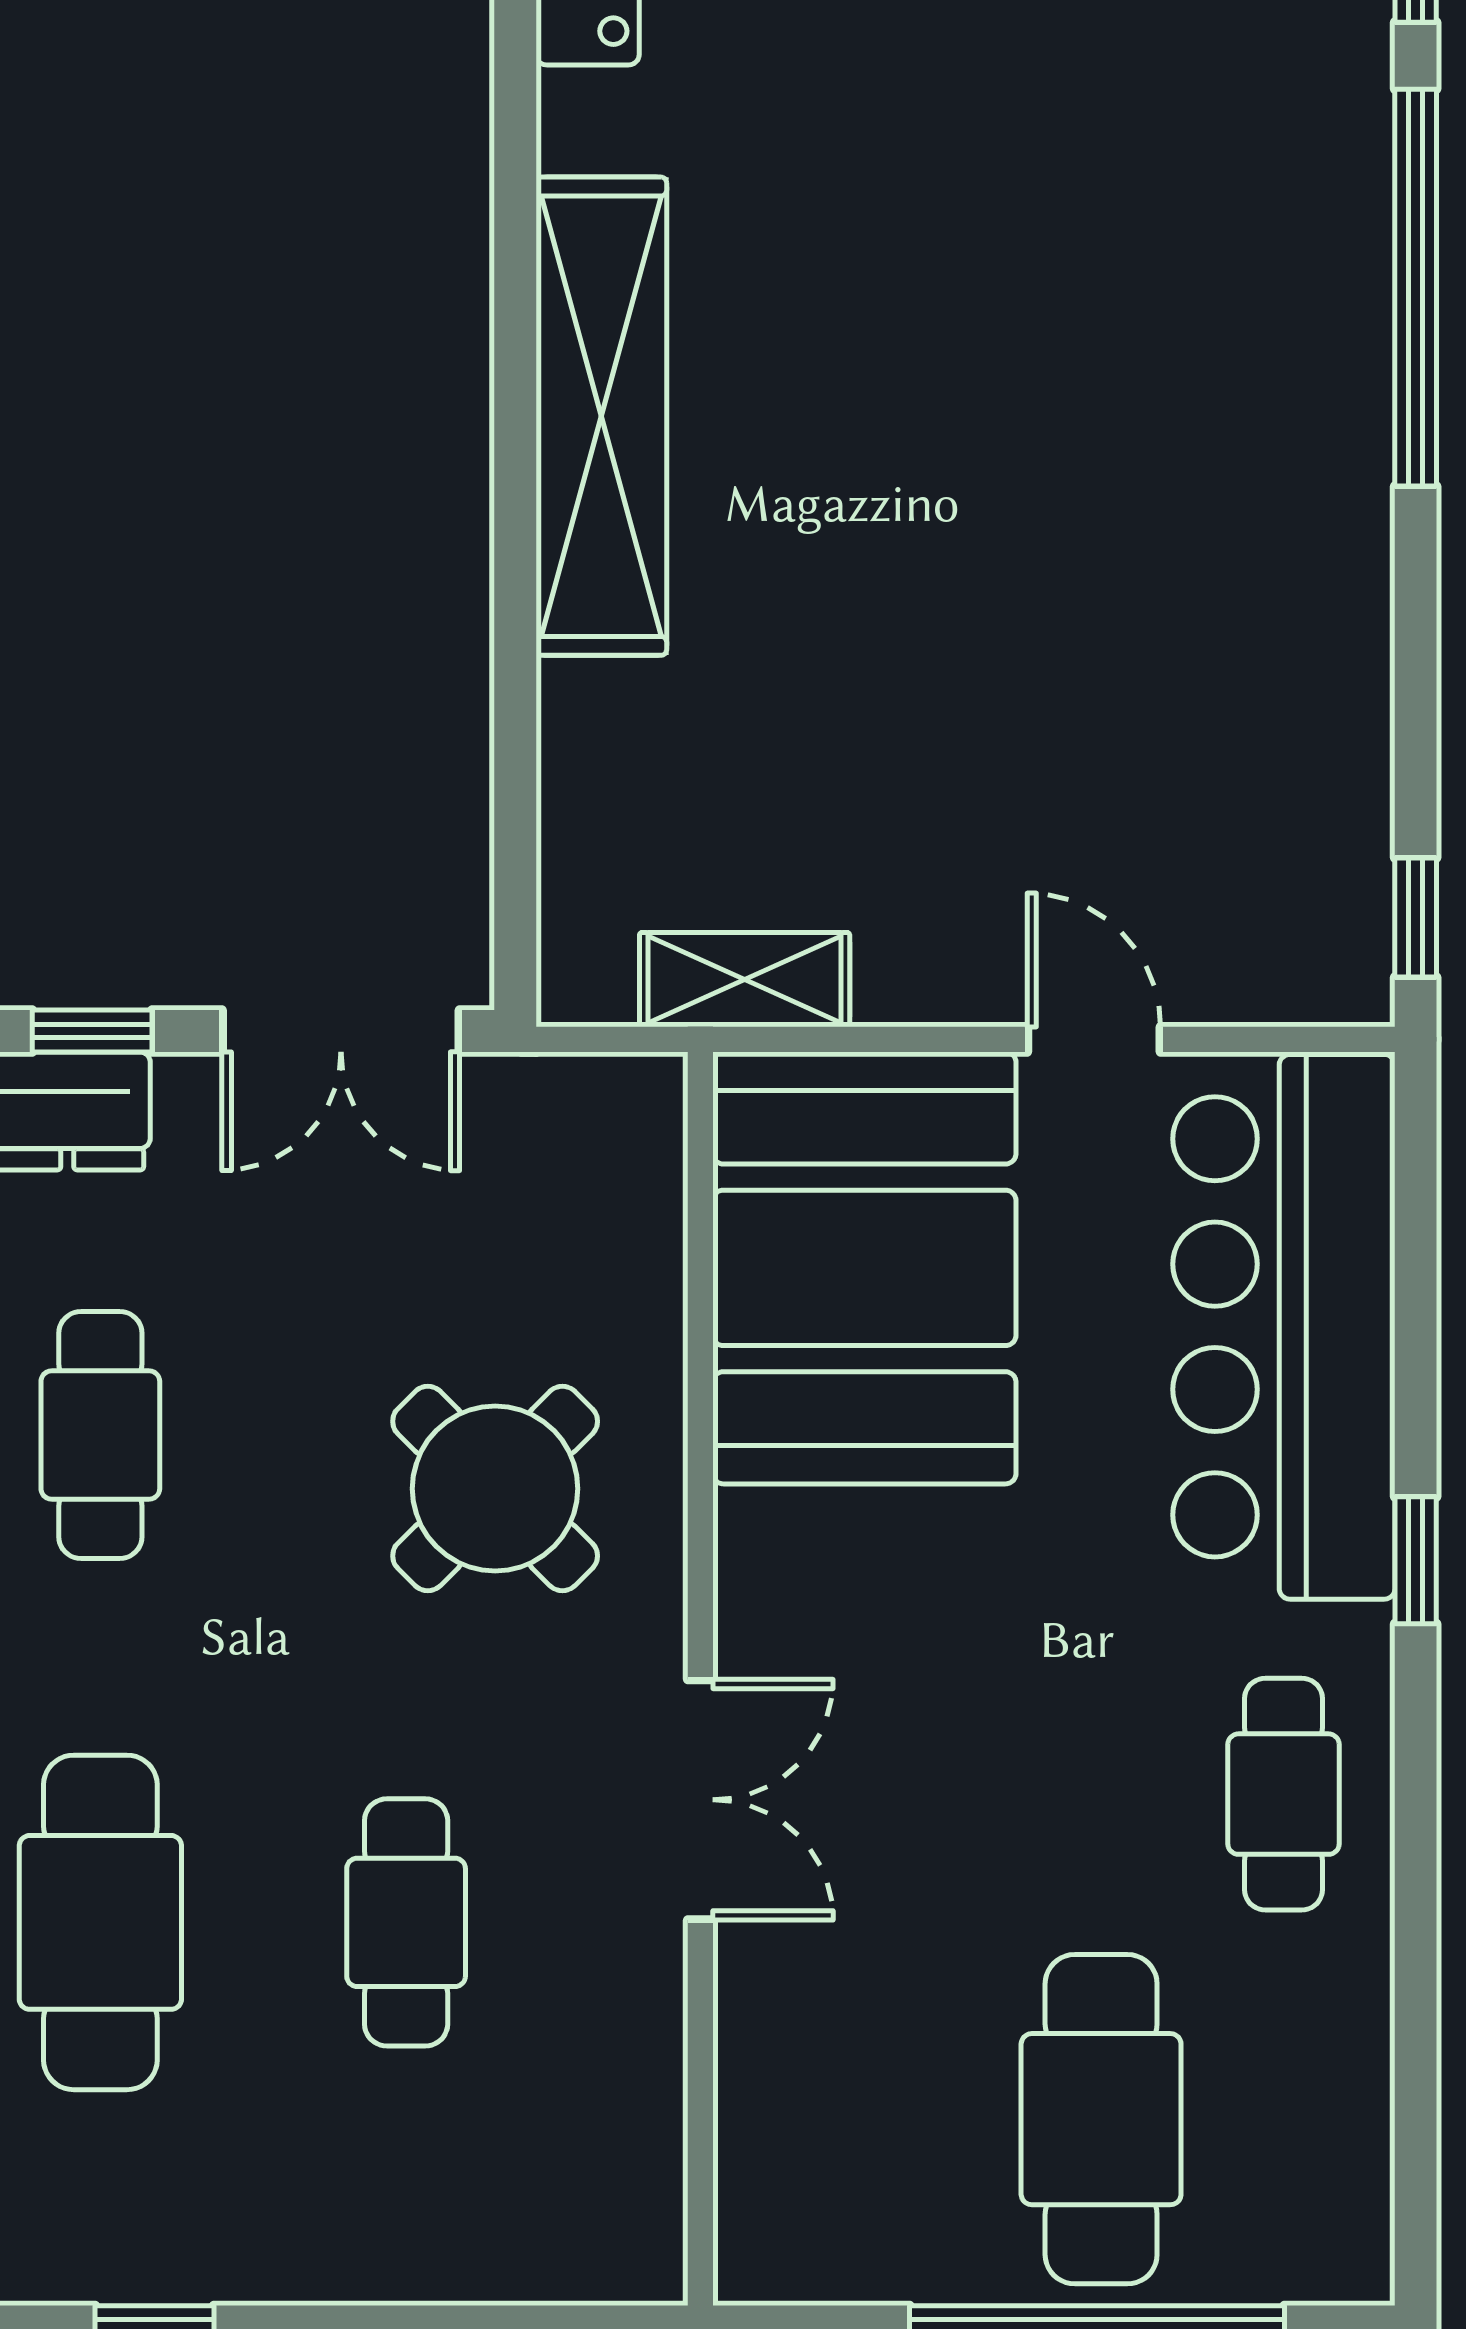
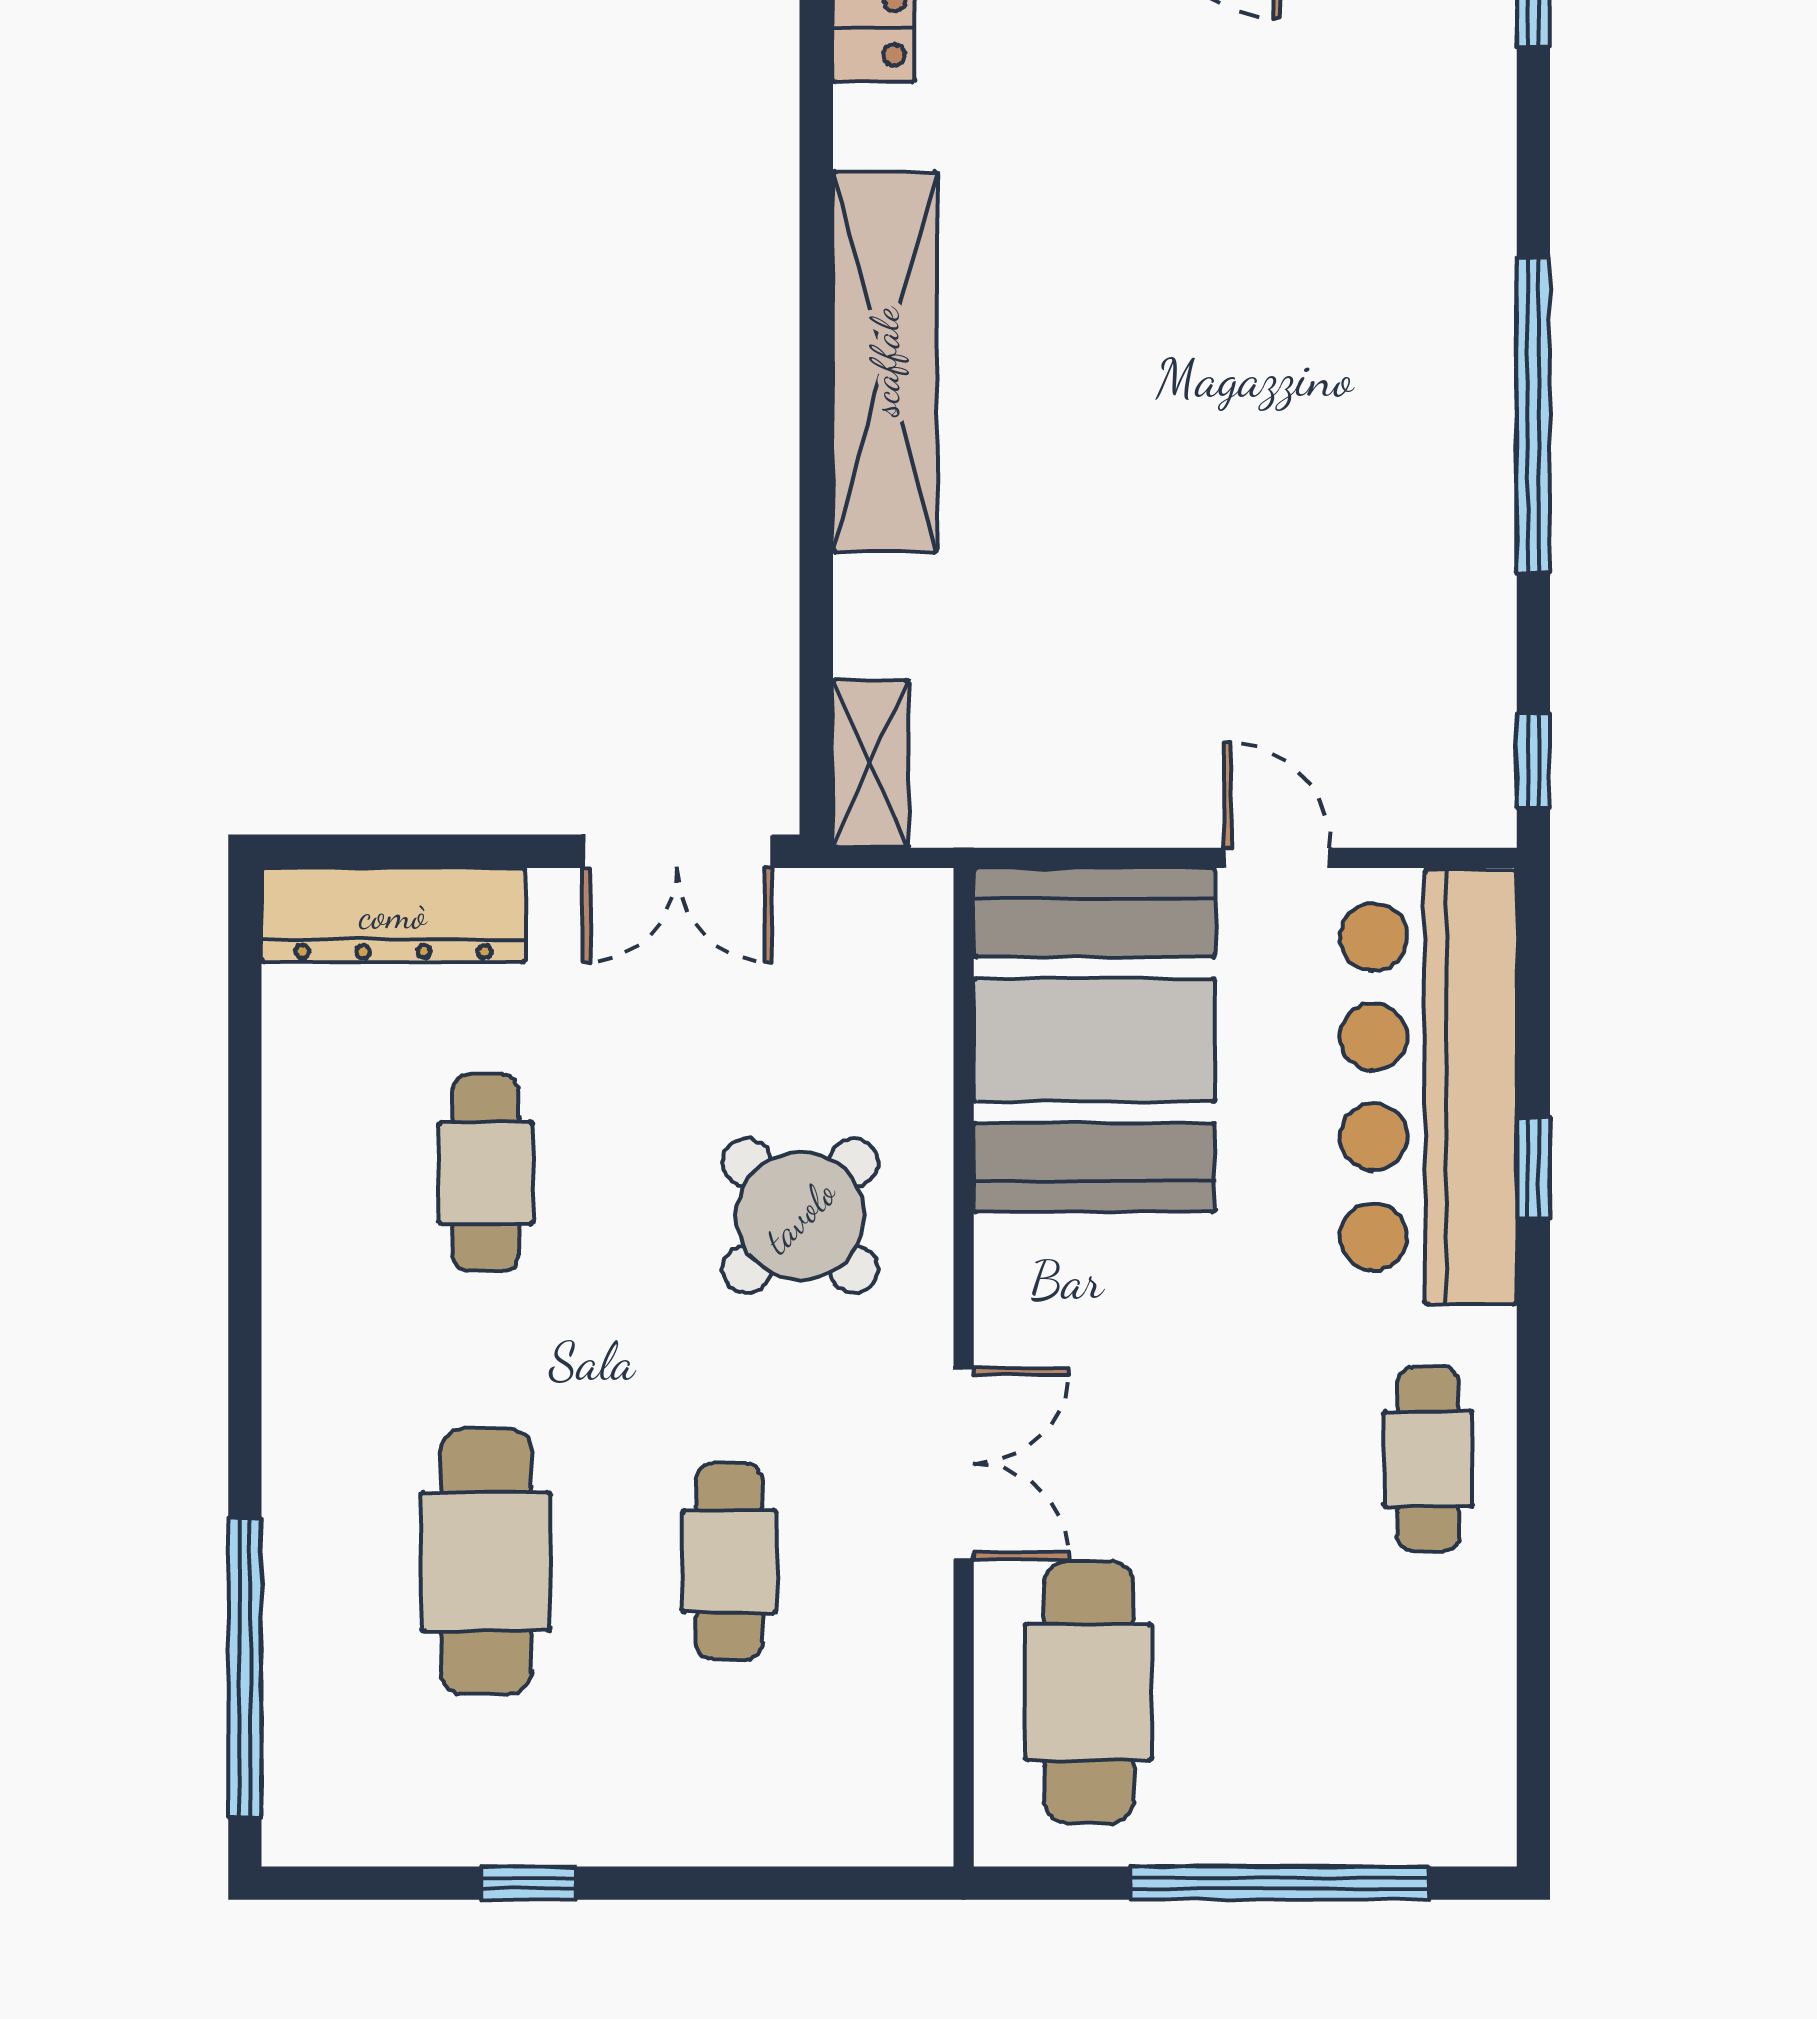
window: (1416, 288) -> (1533, 415), moved
shelving: (745, 980) -> (870, 764), moved, turned 90
window: (92, 1031) -> (479, 851), removed
window: (1416, 1560) -> (1533, 1168), moved
cafe table: (1101, 2119) -> (1089, 1692), moved

